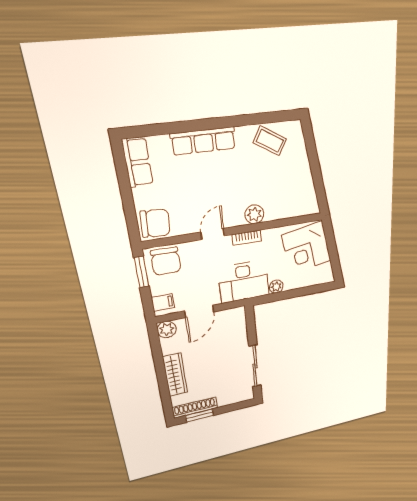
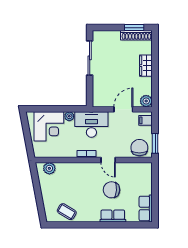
row of seats: (203, 141) -> (113, 216), width x0.68
plant: (254, 214) -> (49, 168), moved
chair: (155, 223) -> (111, 190), moved
door: (213, 234) -> (108, 160), hinge flipped
corner desk: (307, 248) -> (49, 126), moved, turned 101
wardrobe: (175, 375) -> (146, 66), width x0.67

